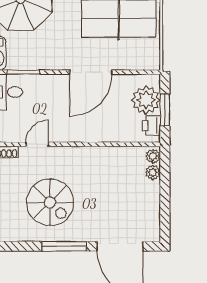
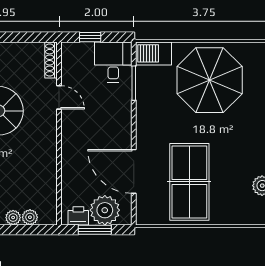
door: (91, 72) -> (134, 171), moved
plant: (153, 156) -> (13, 218), moved

